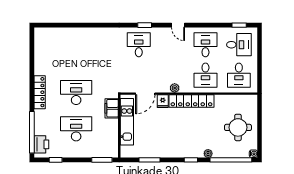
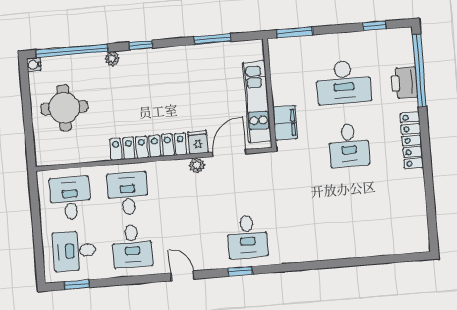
plant: (175, 88) -> (197, 165), moved
desk: (76, 93) -> (349, 145), width x0.73
printer: (41, 144) -> (404, 83), moved

